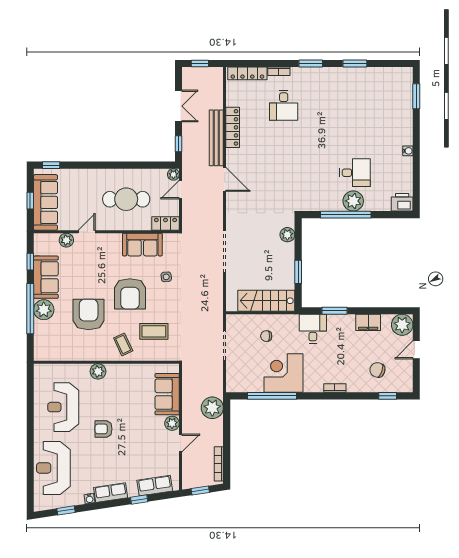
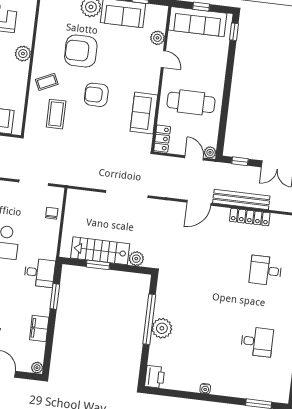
desk: (355, 173) -> (257, 342), moved, turned -90
cafe table: (126, 199) -> (191, 102), turned 90
side table: (166, 277) -> (109, 133), removed
armchair: (130, 294) -> (96, 95), width x0.73, depth x0.73
stairs: (266, 301) -> (100, 251), moved, turned -90
armchair: (89, 314) -> (81, 51), turned 180
plant: (402, 325) -> (37, 368), width x0.53, depth x0.53
chair: (266, 336) -> (52, 213), moved

